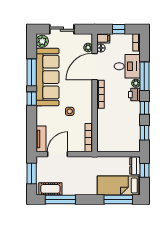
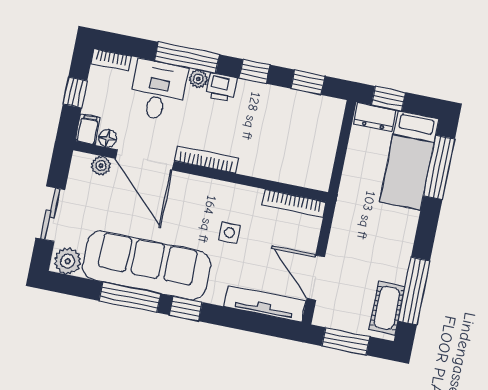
tv unit: (41, 139) -> (265, 304), width x1.41

